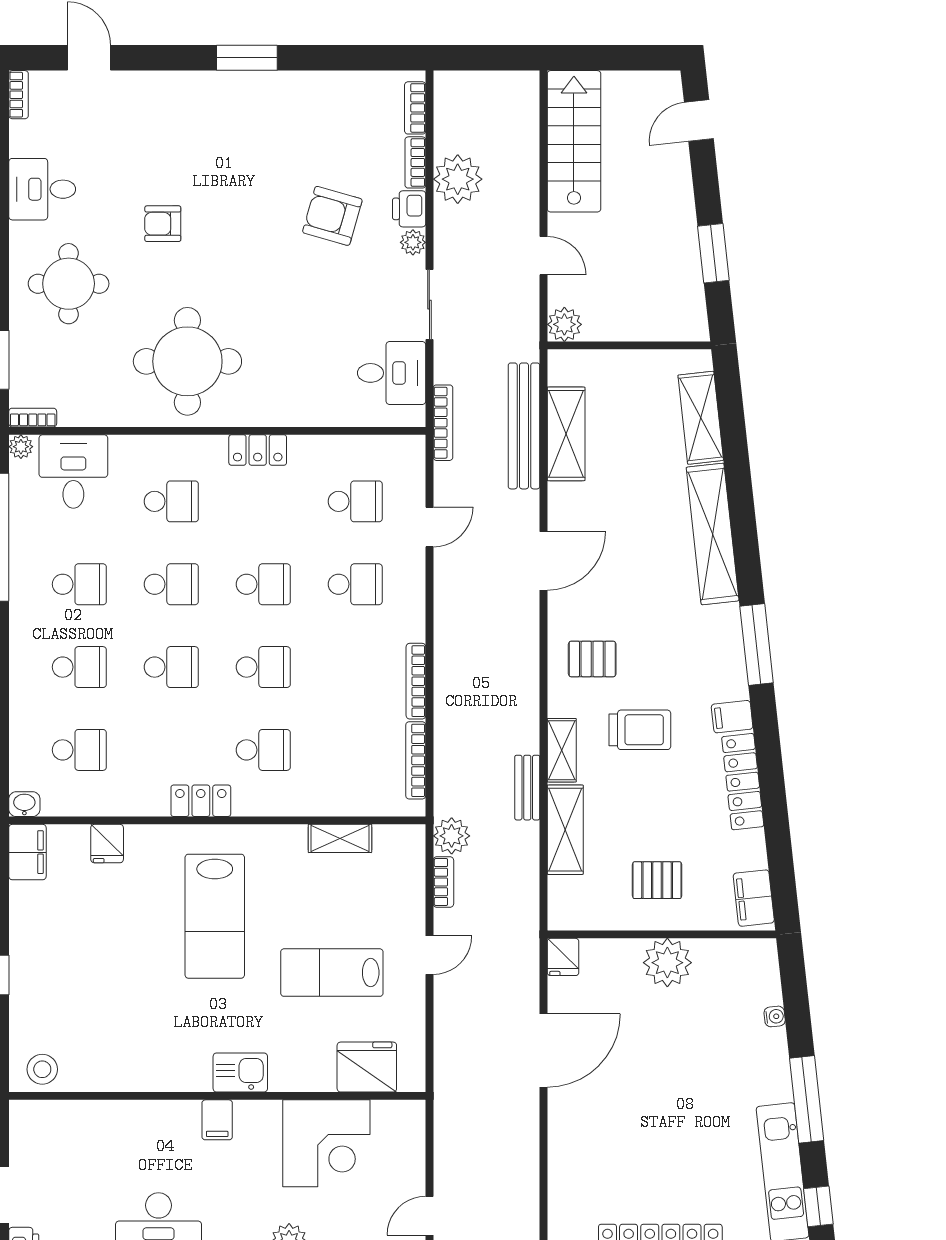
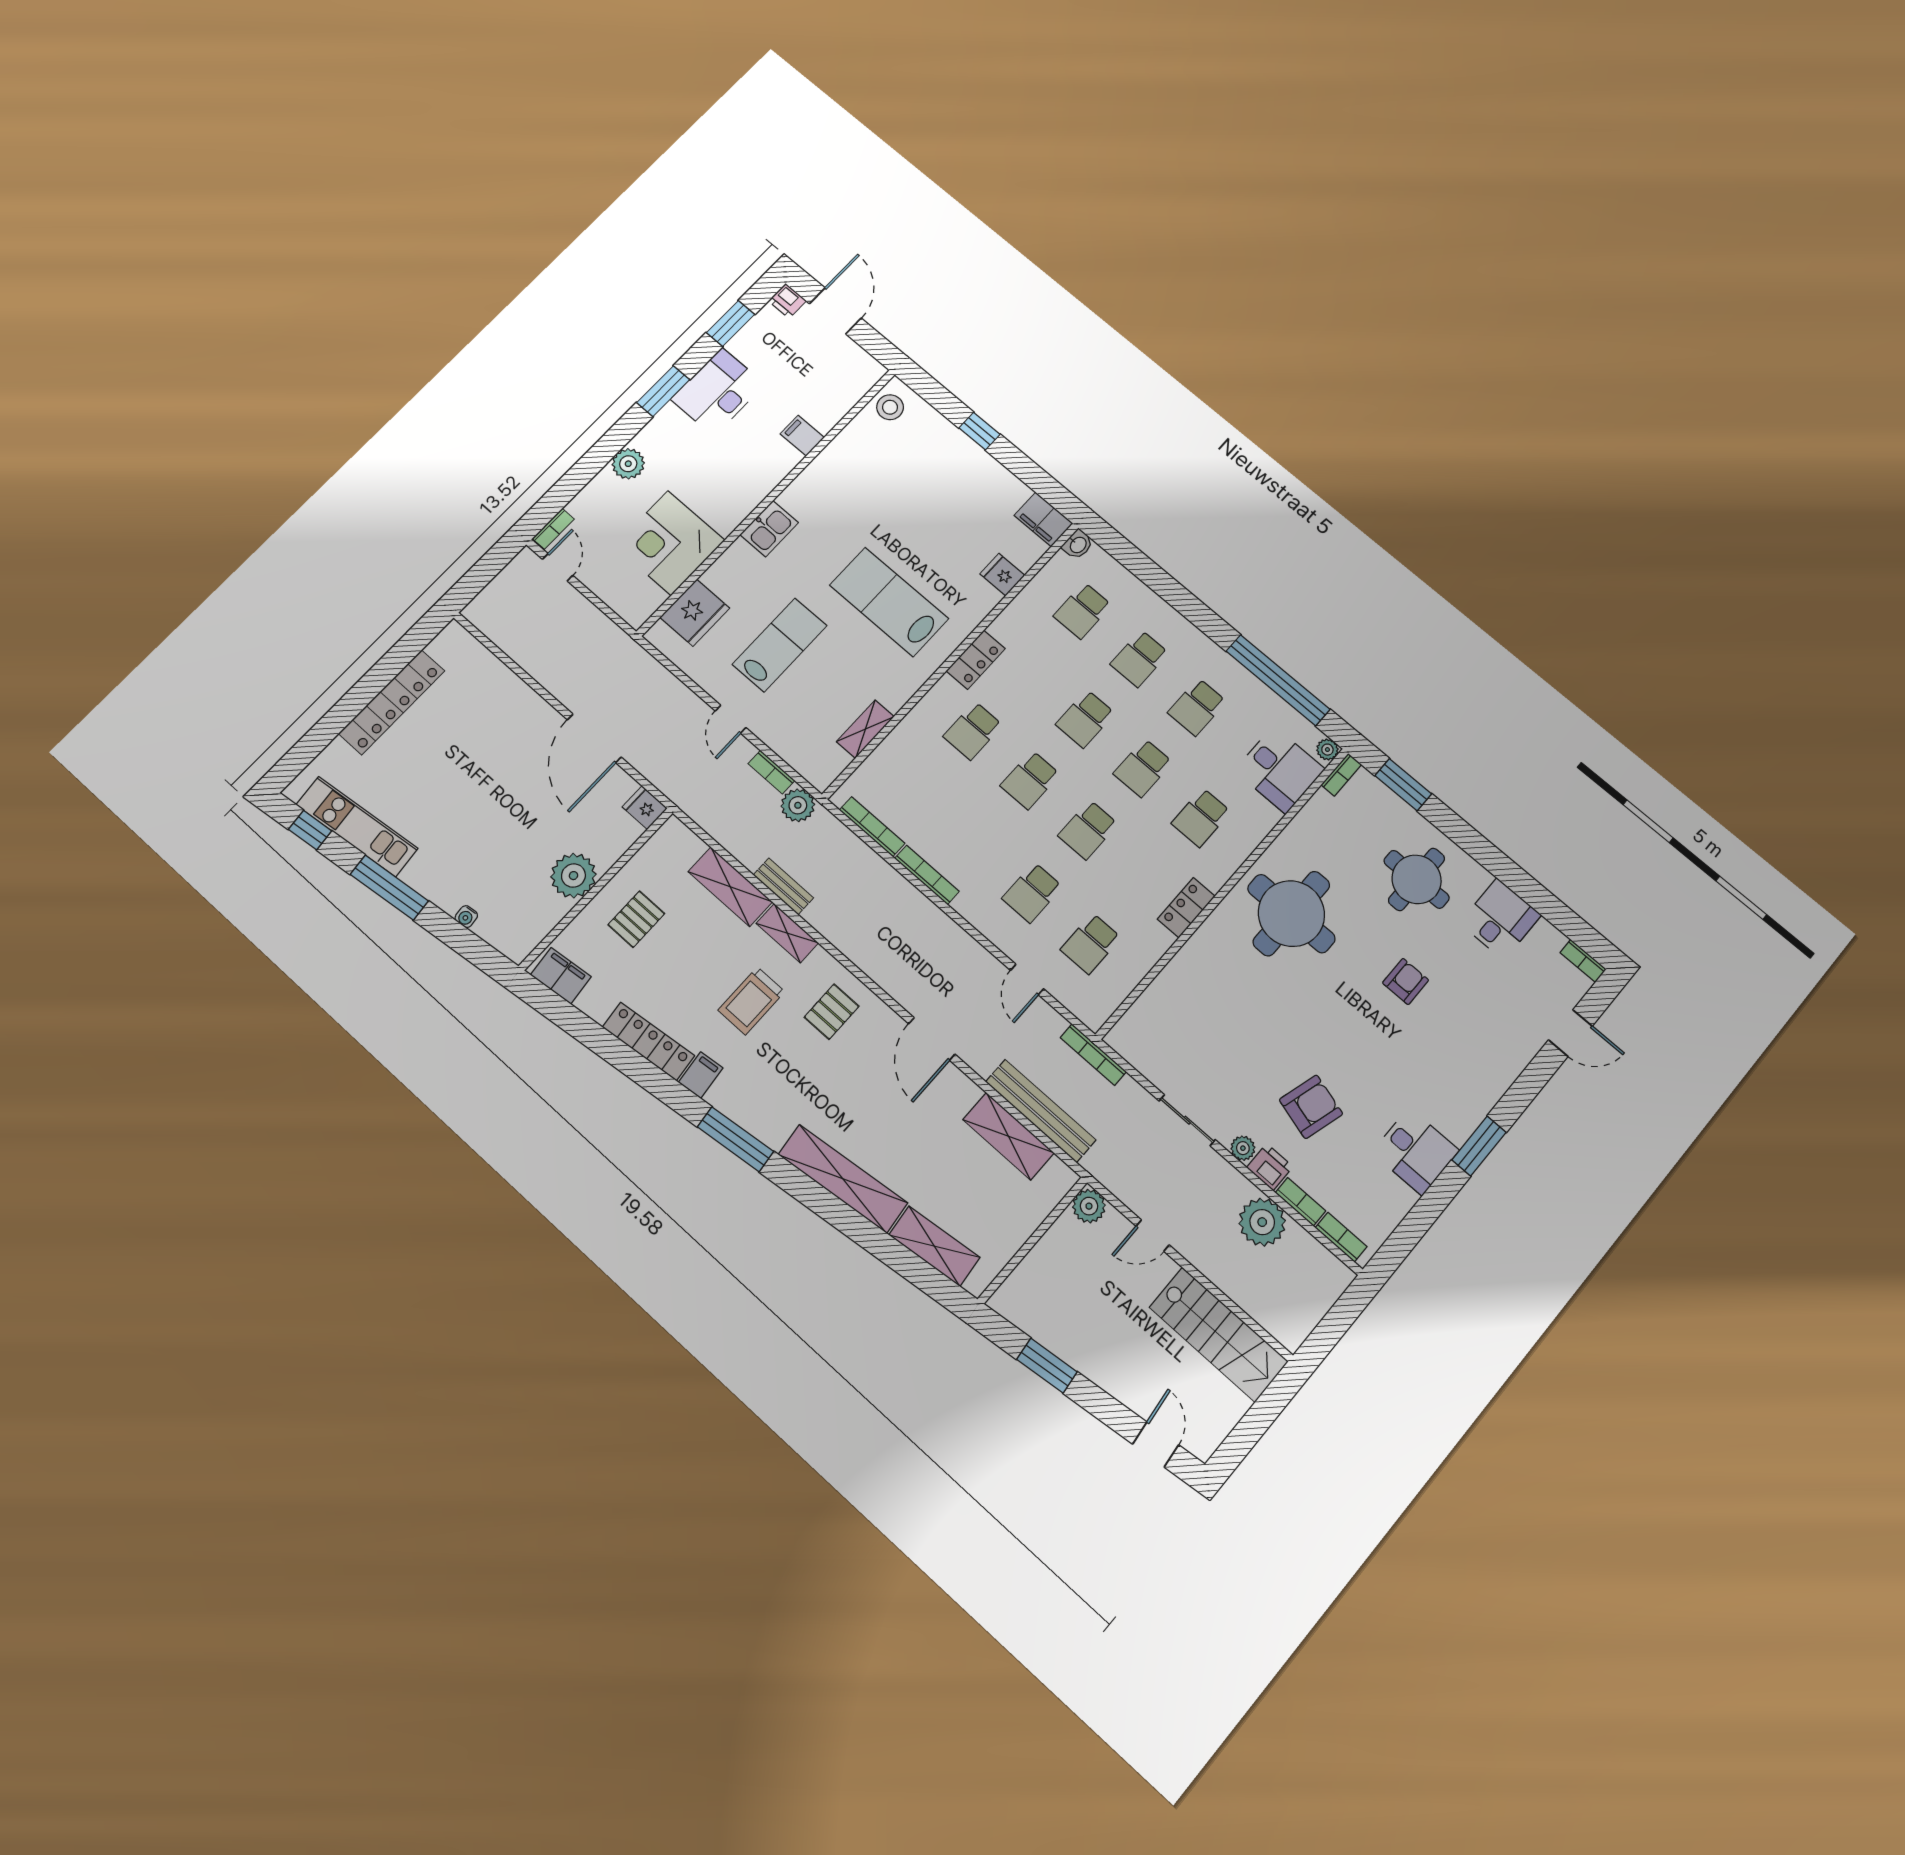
desk: (392, 373) -> (1416, 1151), moved, turned -90
filing cabinet: (217, 1120) -> (802, 436), moved

